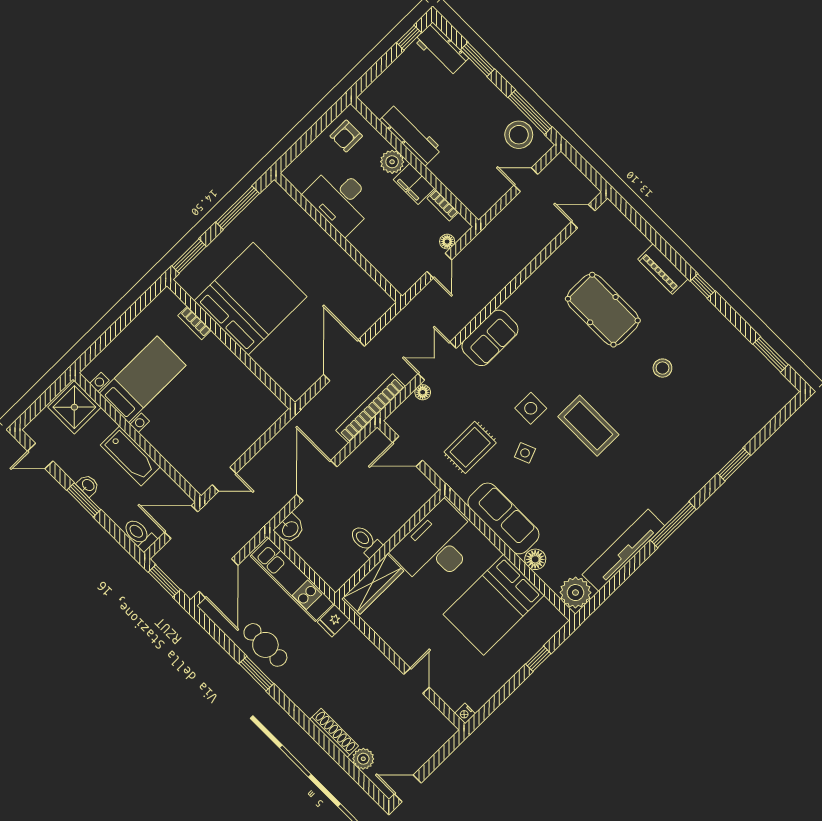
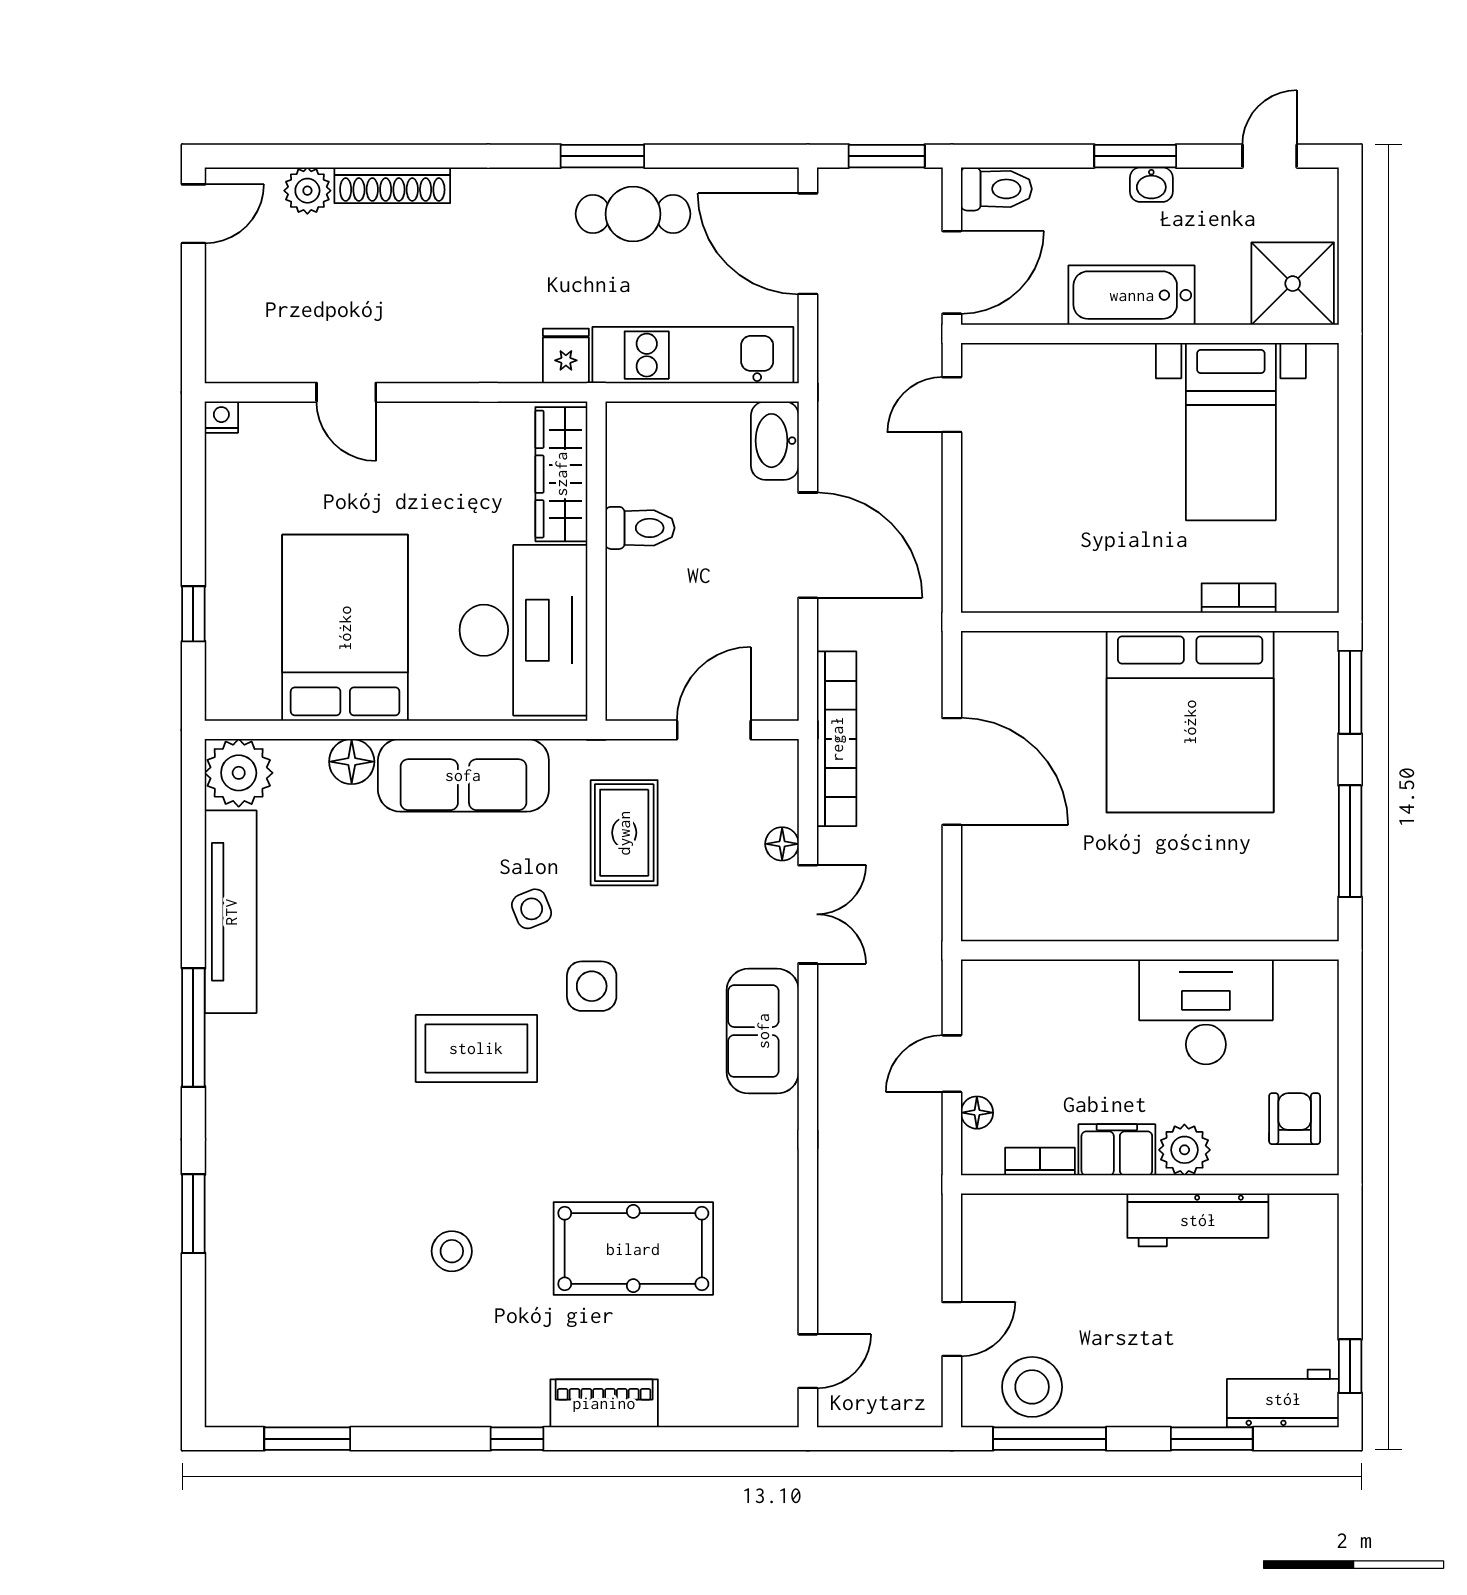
door: (439, 266) -> (952, 1064), hinge flipped
washbasin: (290, 529) -> (775, 441), width x1.38

